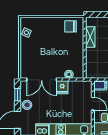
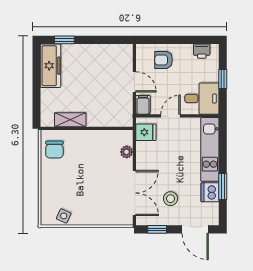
fridge: (62, 87) -> (146, 132), moved
stool: (27, 105) -> (171, 199), moved

